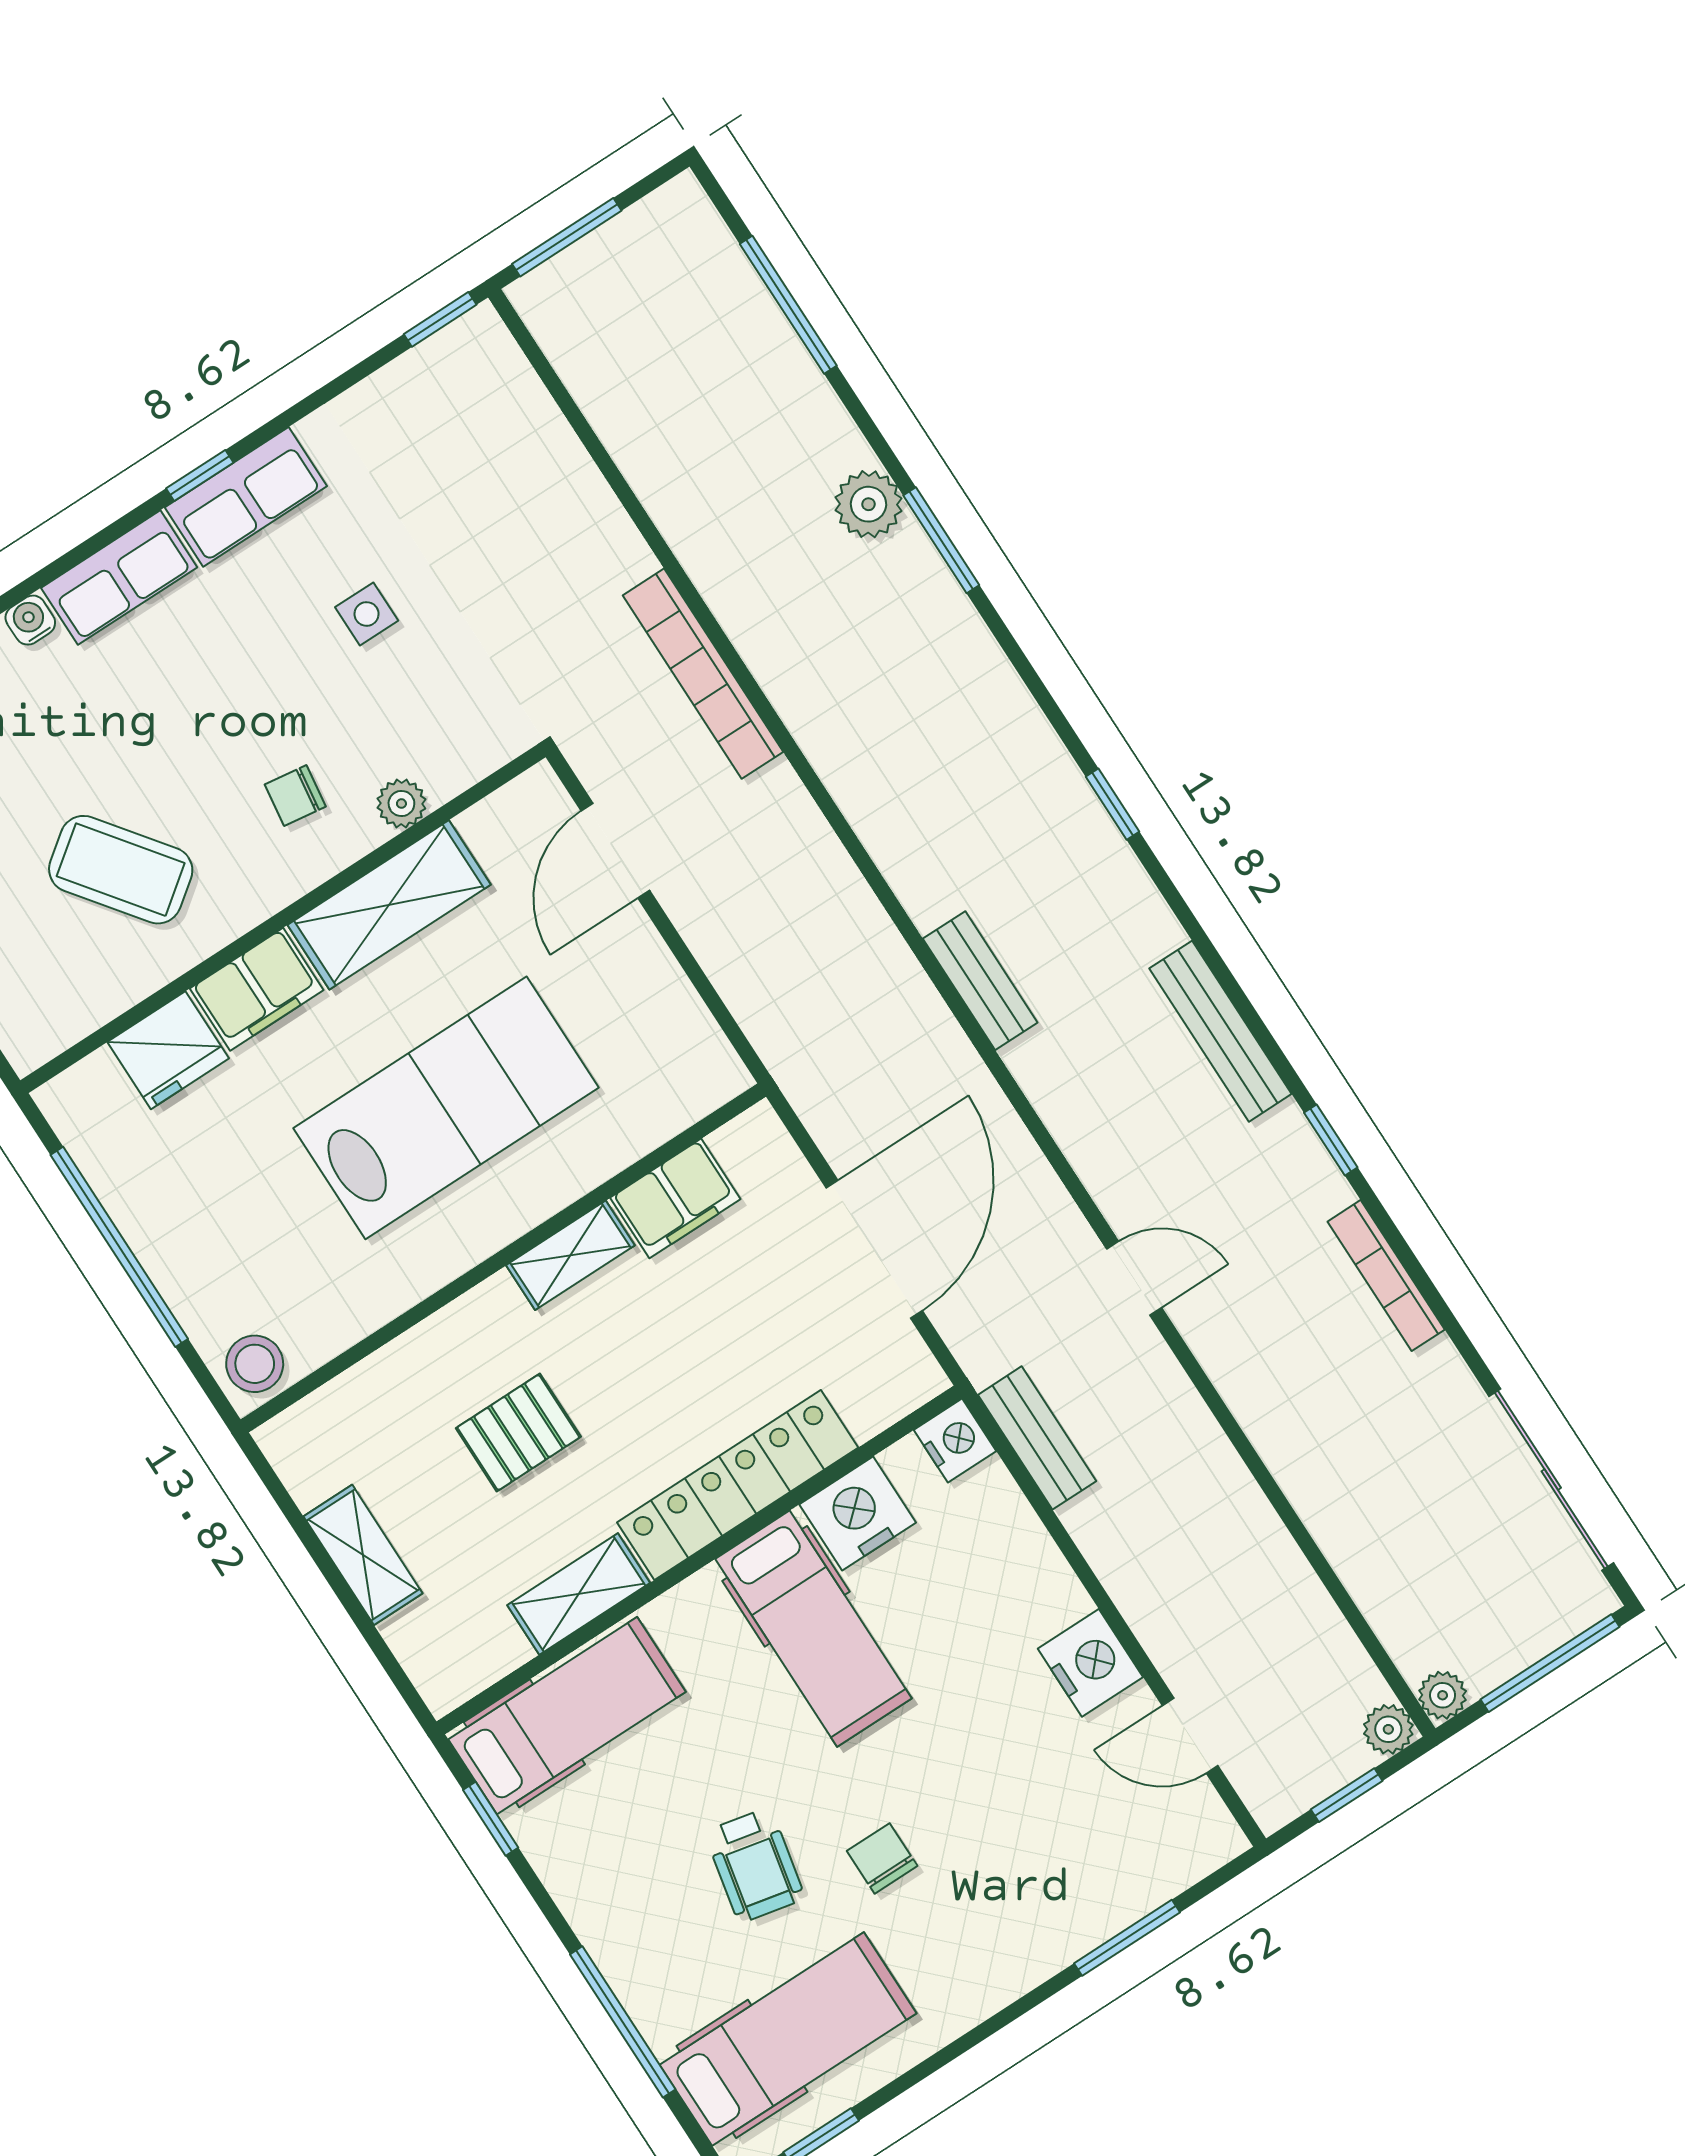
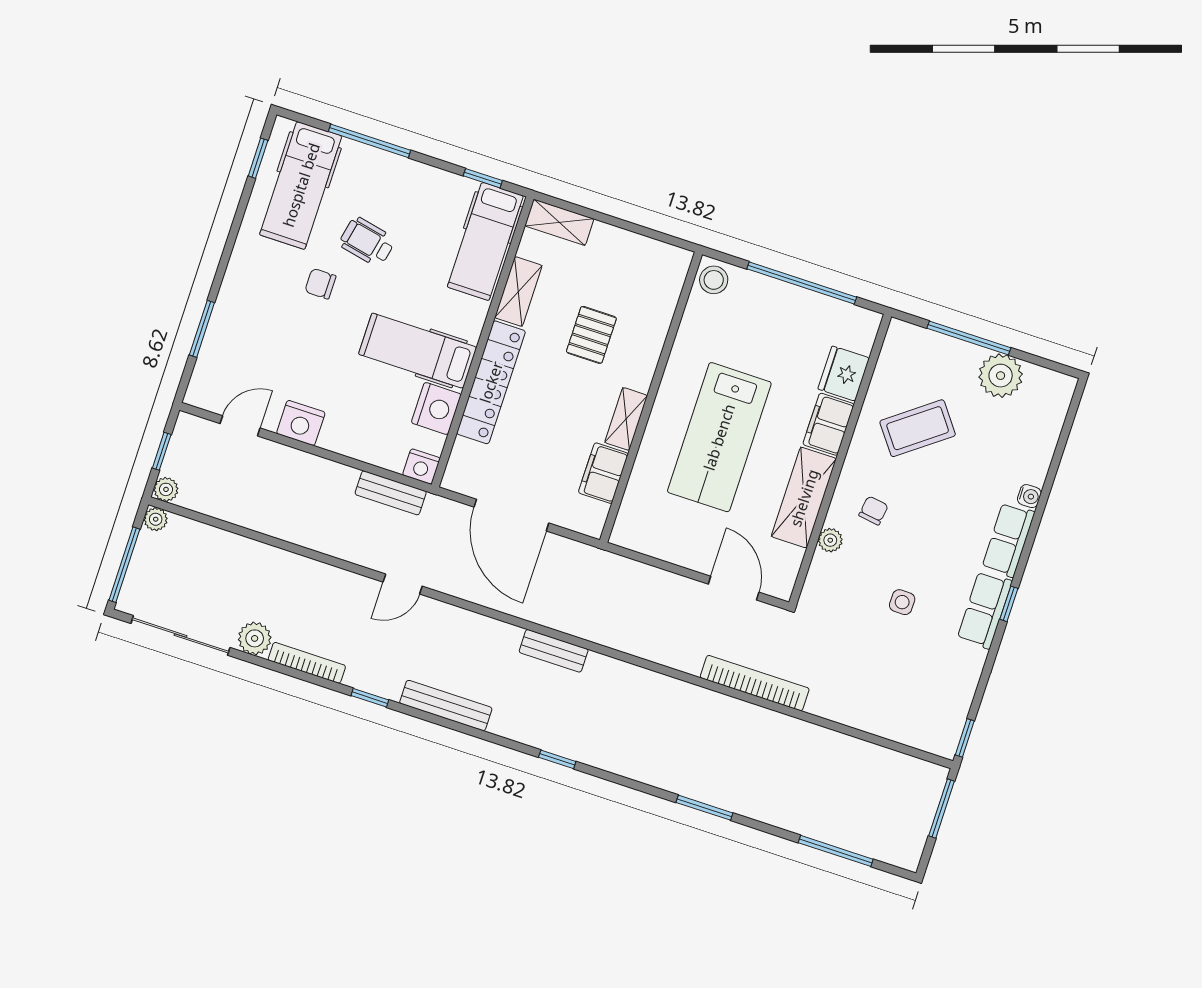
plant: (868, 504) -> (255, 638), moved
shelving: (363, 1555) -> (559, 222), moved
chair: (882, 1858) -> (320, 284), turned 180

